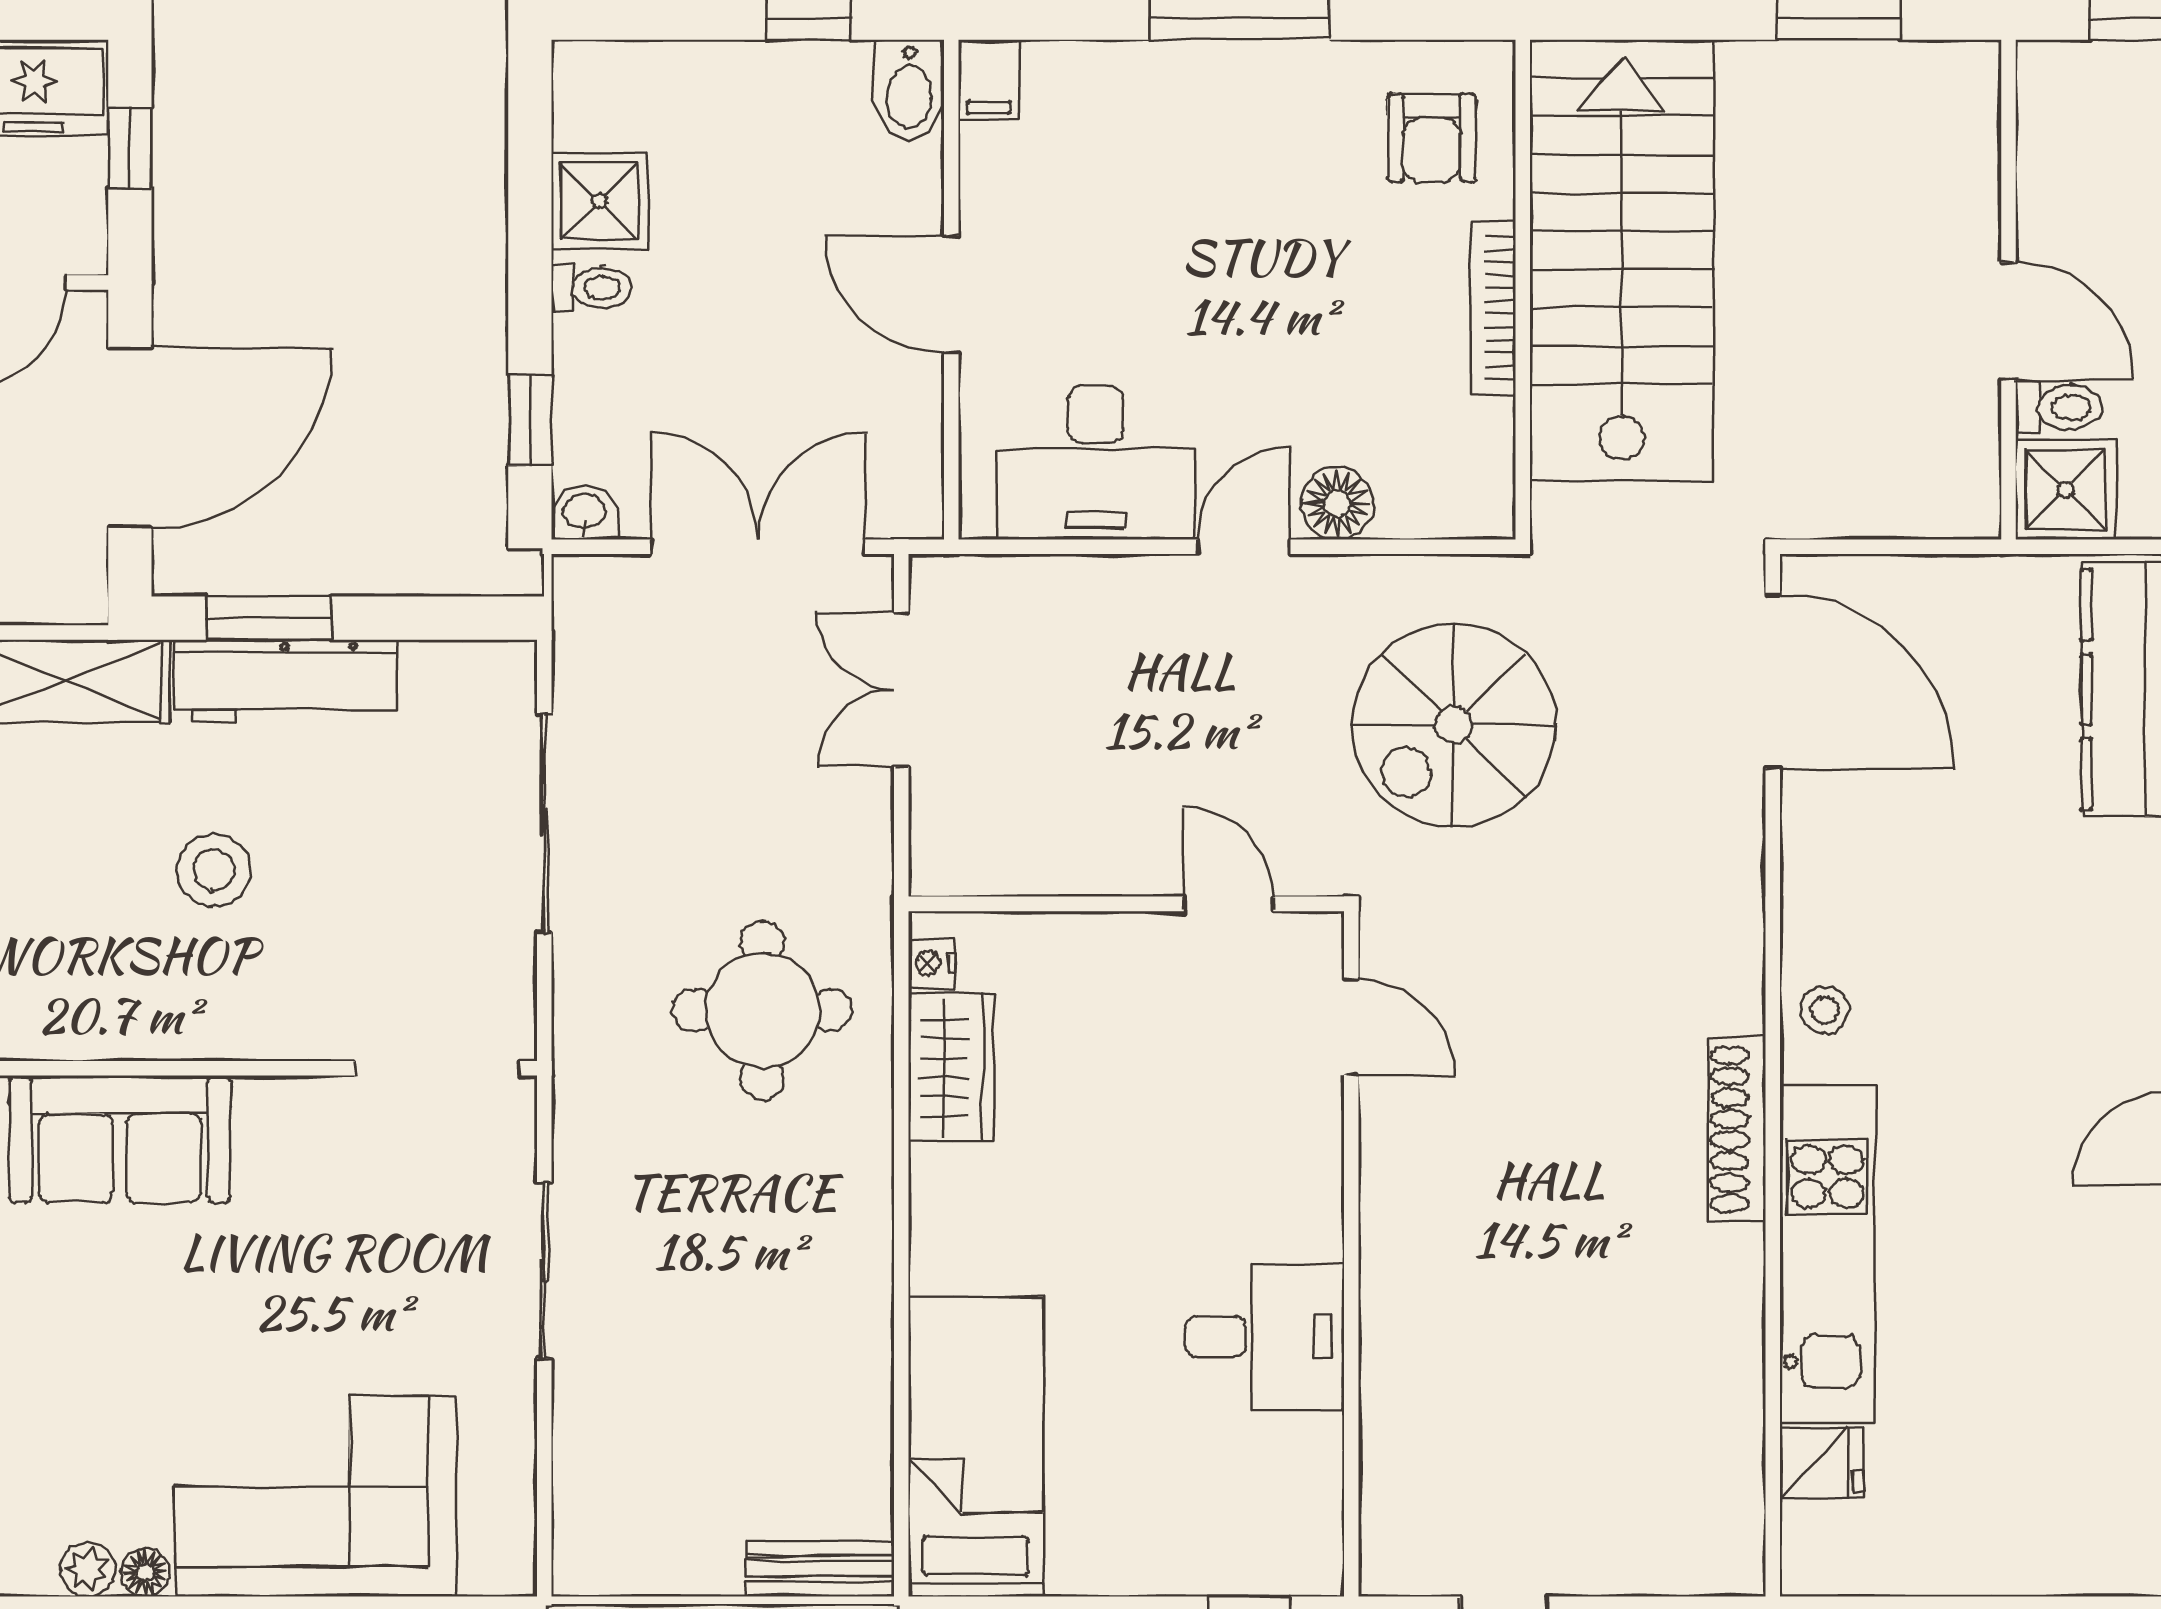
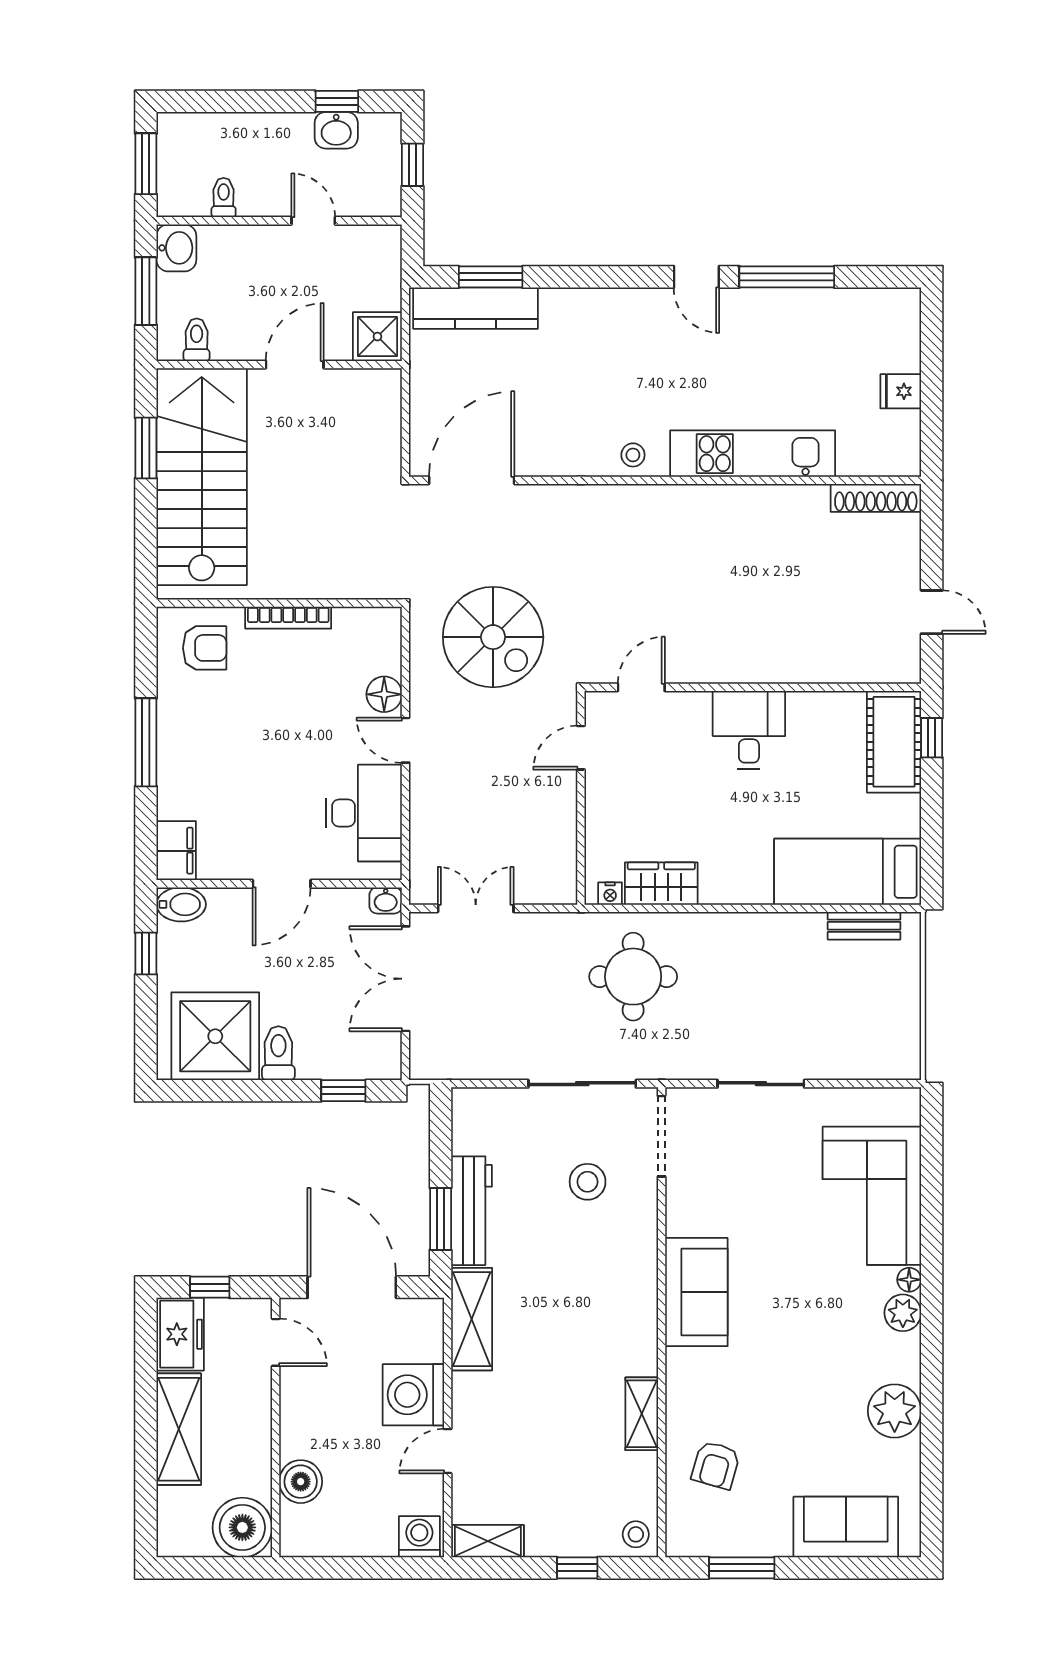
filing cabinet: (989, 80) -> (176, 851), width x2.00
shower: (599, 201) -> (215, 1036), width x1.86, depth x1.86
stairs: (1622, 261) -> (202, 477), moved, turned 90
toilet: (591, 288) -> (278, 1053), width x1.37, depth x1.39
toilet: (2059, 407) -> (197, 340), moved
washbasin: (584, 513) -> (386, 900), moved, turned -90
double door: (901, 690) -> (476, 908), swing flipped
sliding door: (544, 823) -> (582, 1084), moved
stool: (214, 870) -> (588, 1182), moved
shoe rack: (1737, 1129) -> (876, 498), moved
desk: (1265, 1337) -> (749, 730), moved
fridge: (1822, 1462) -> (901, 391), moved, turned -90
cot: (1240, 1542) -> (894, 742), added
bench: (820, 1568) -> (864, 926), moved, turned 90
plant: (88, 1570) -> (903, 1313), width x1.38, depth x1.38

